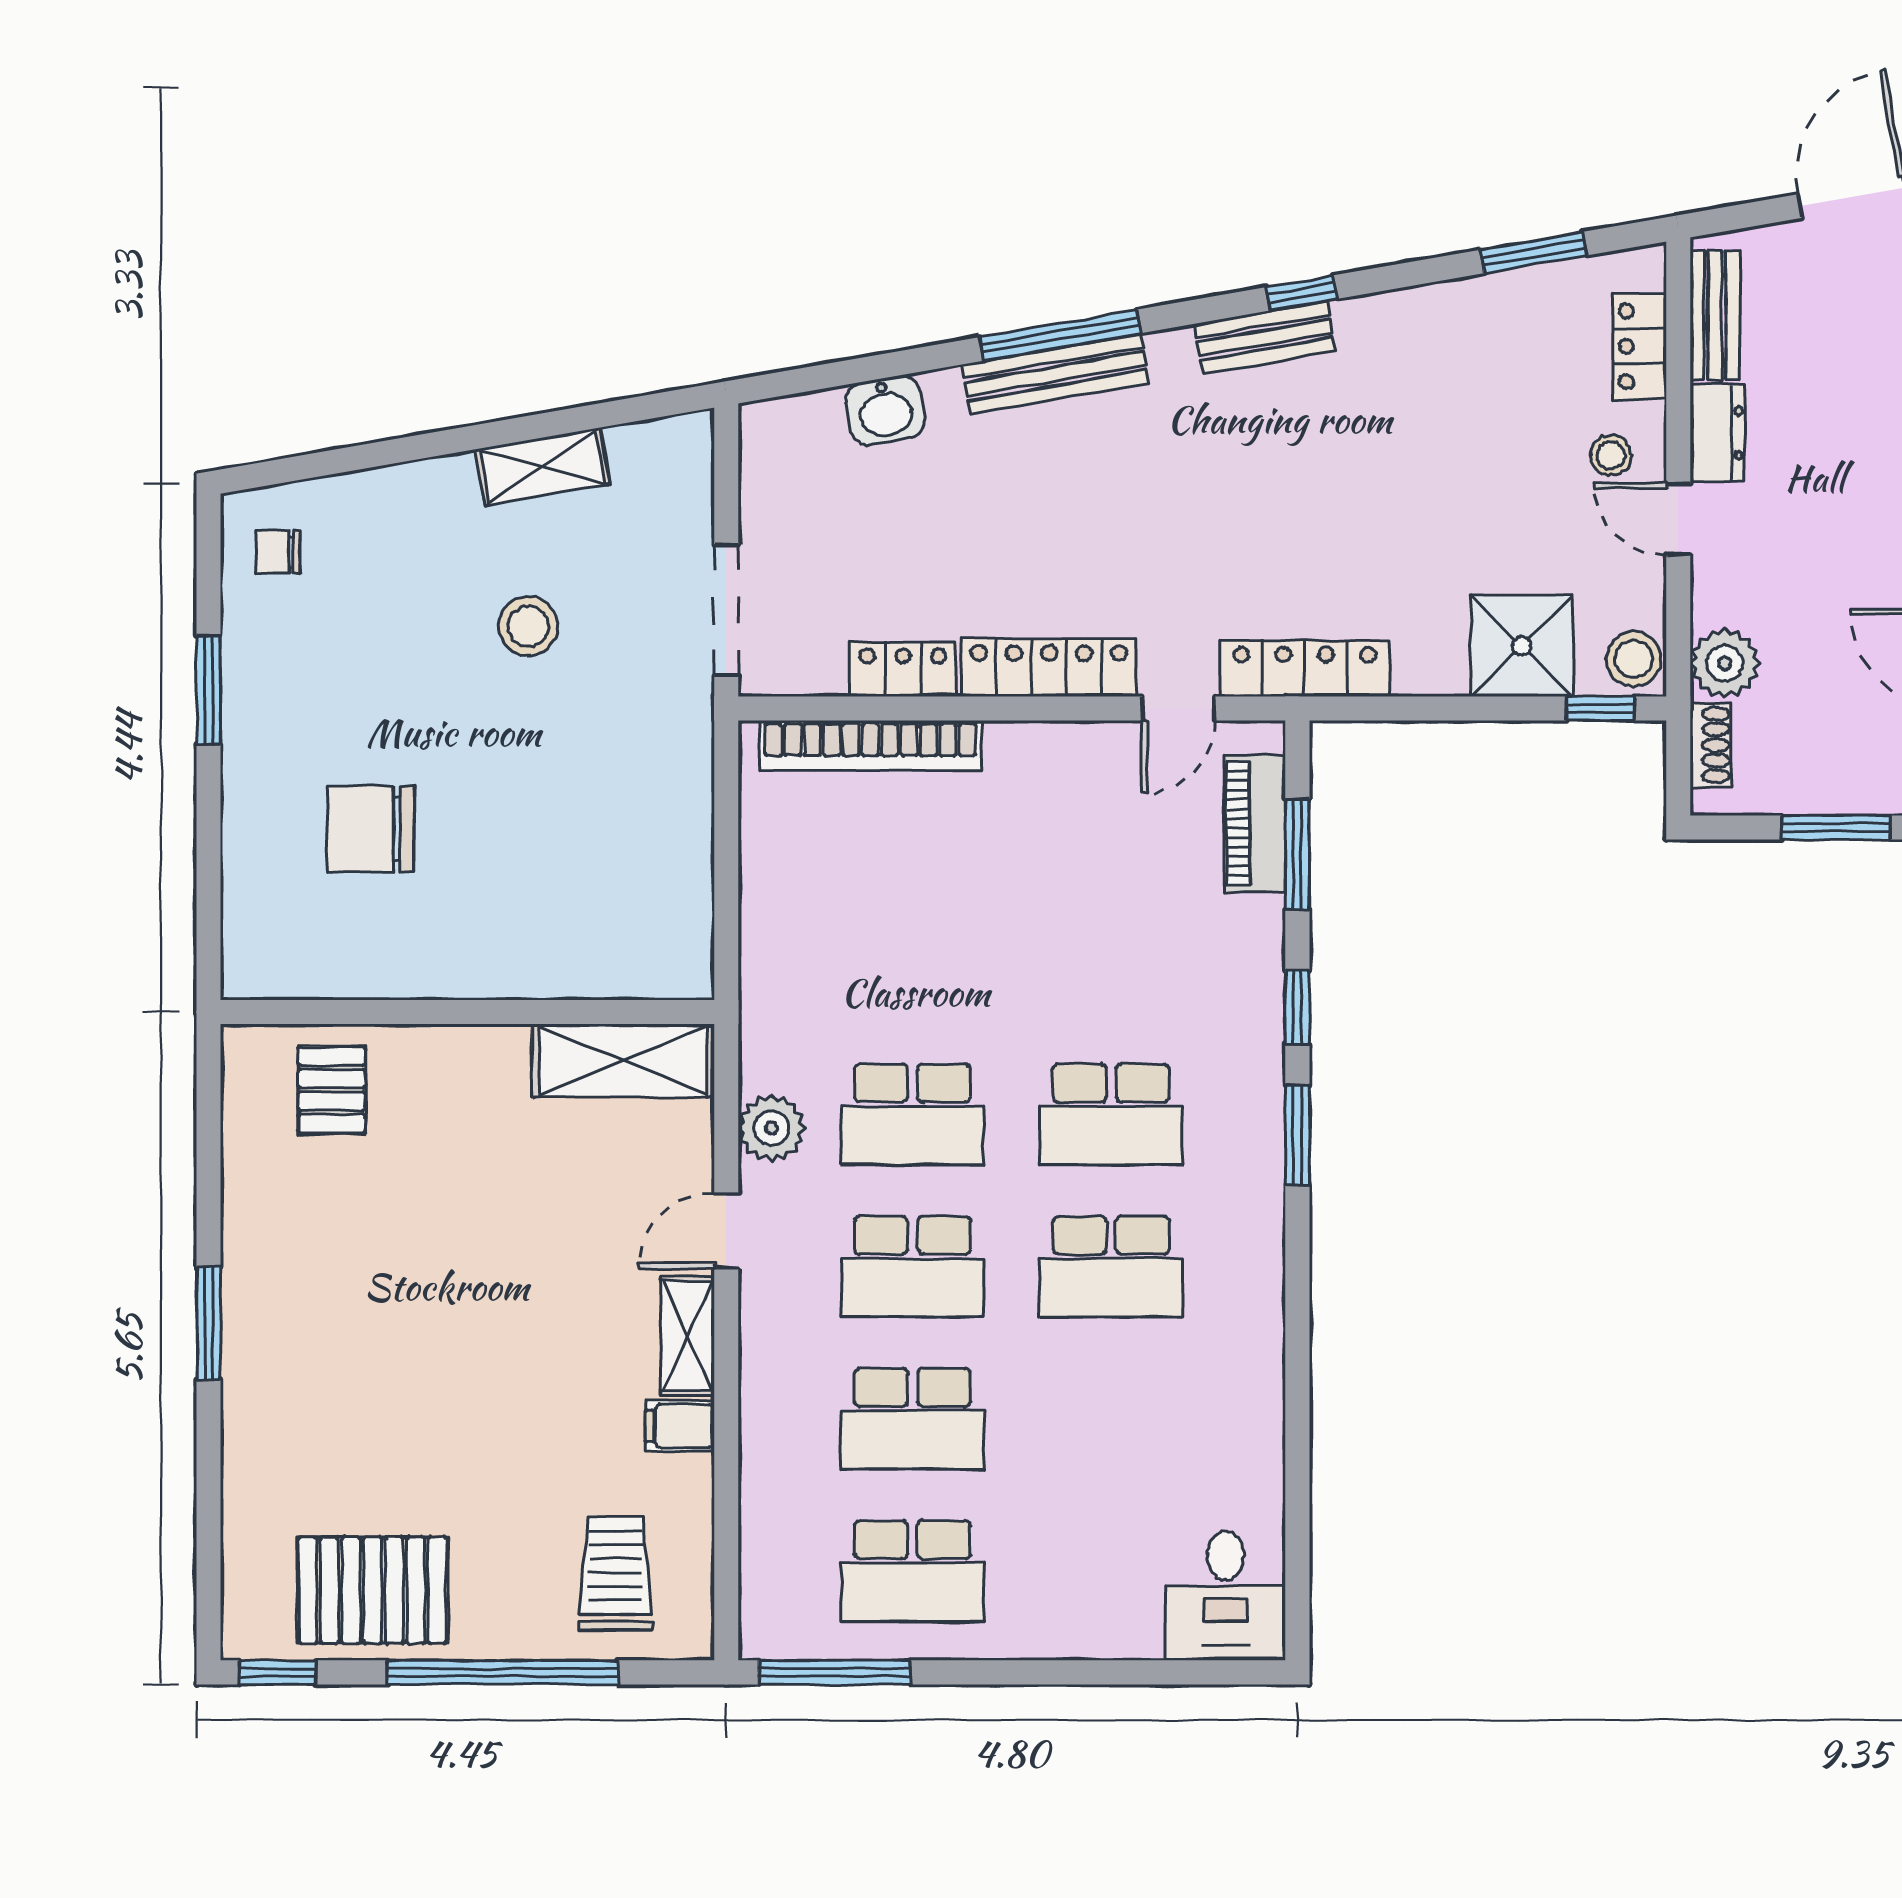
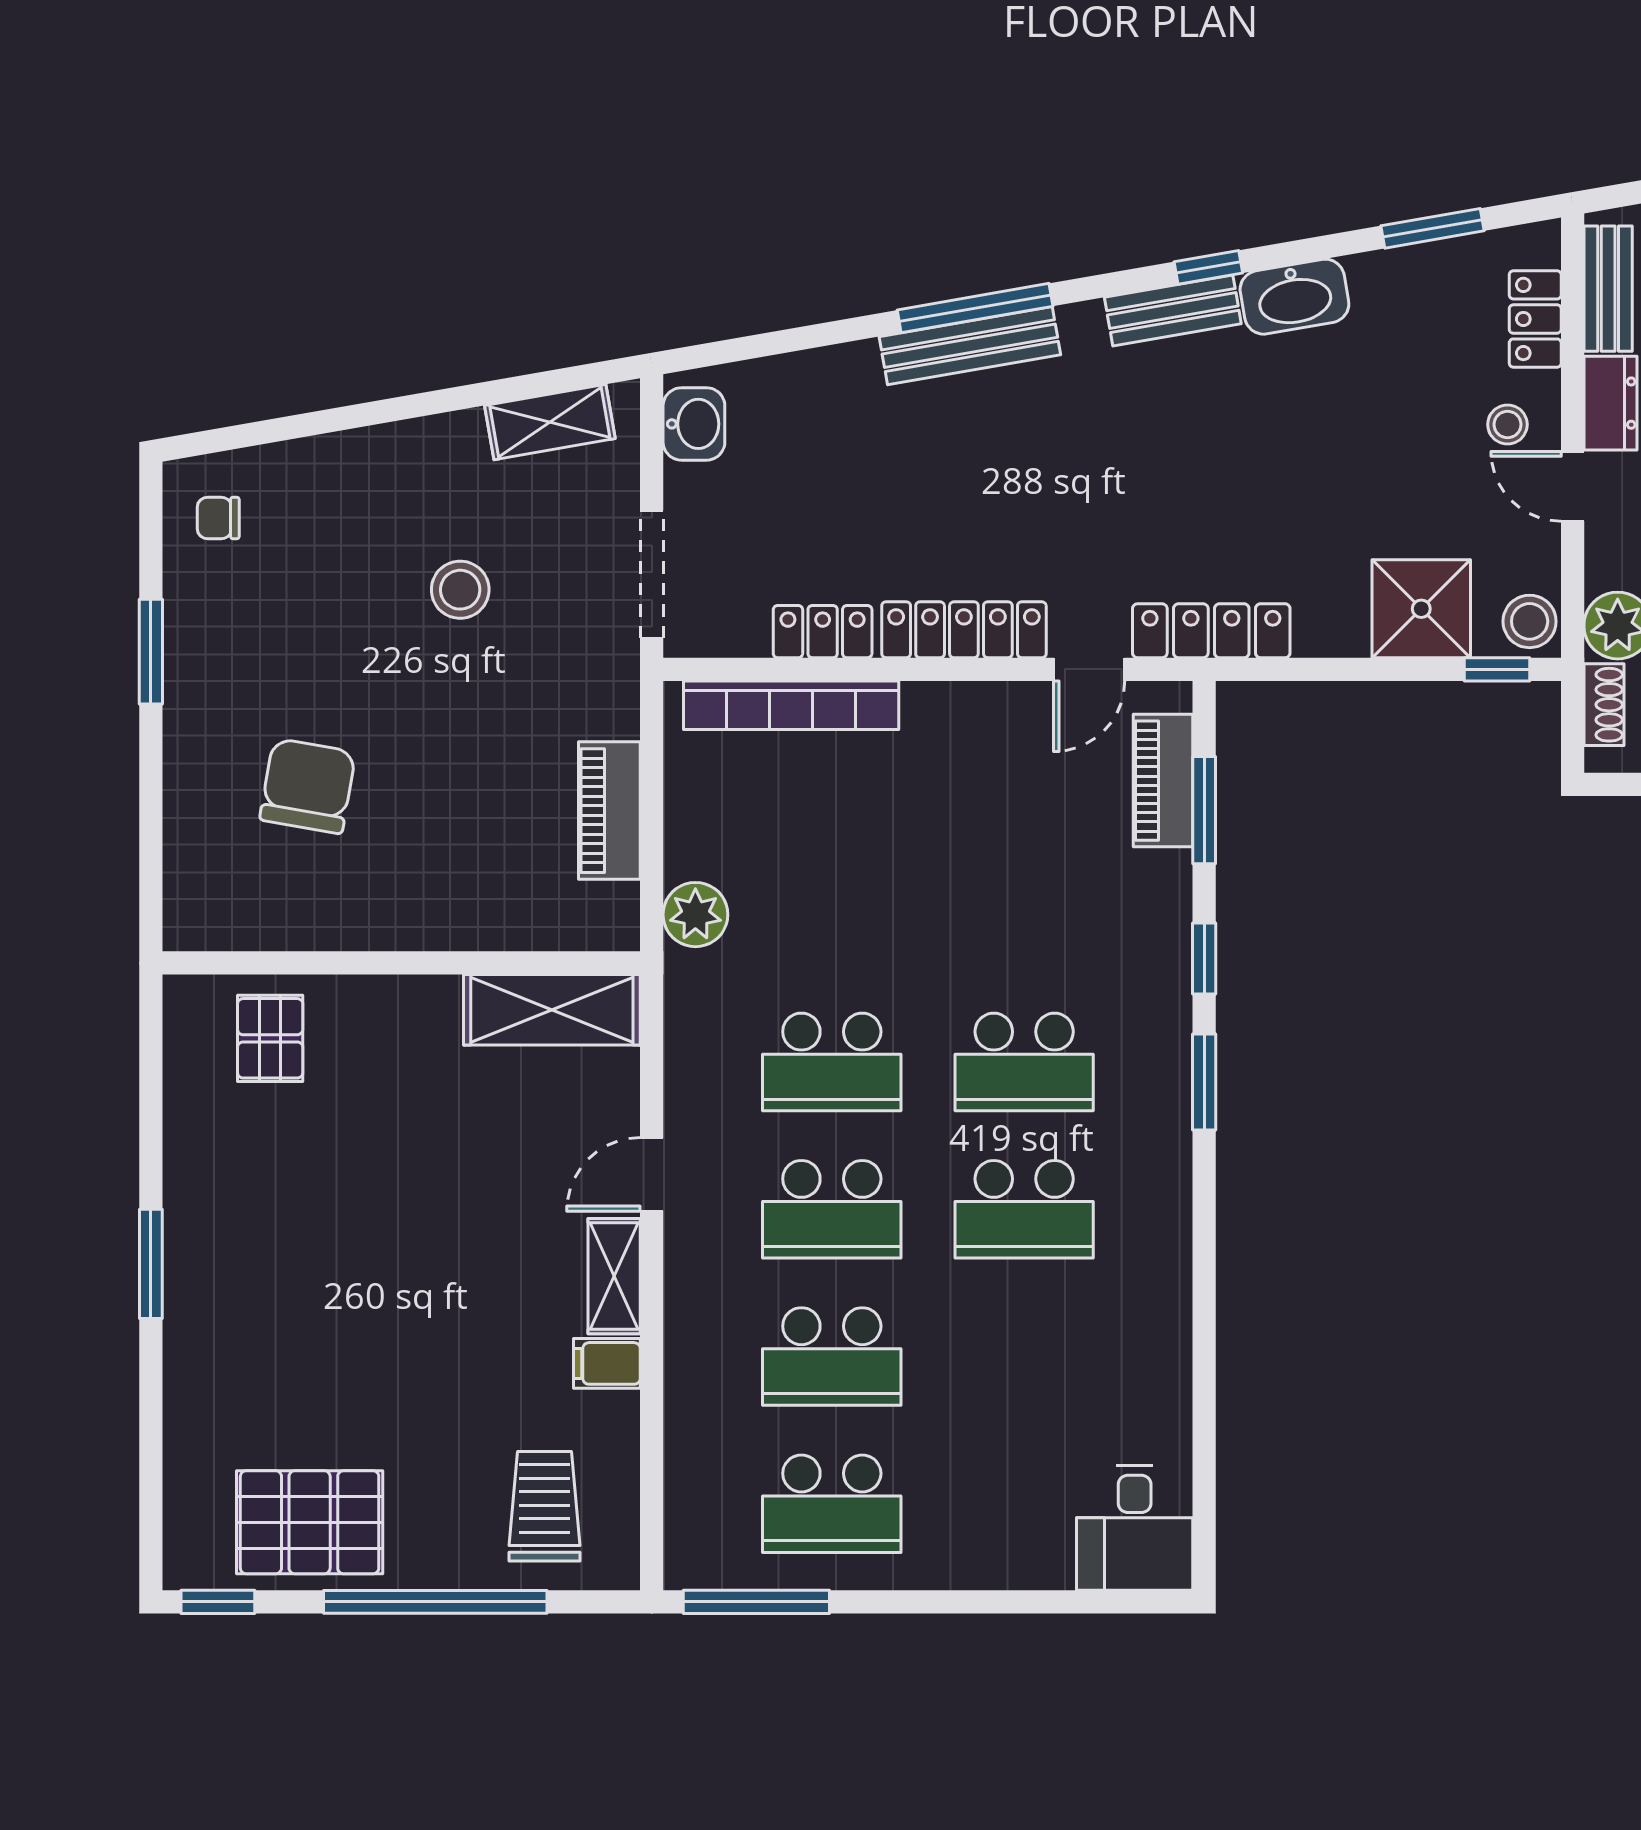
washbasin: (1391, 323) -> (1294, 297), added
washbasin: (885, 410) -> (694, 424), moved, turned -80
shelving: (542, 467) -> (550, 422), moved
chair: (371, 829) -> (308, 786), turned 100
piano: (682, 854) -> (609, 811), added
plant: (771, 1128) -> (695, 915), moved

